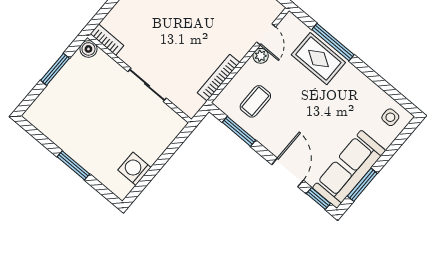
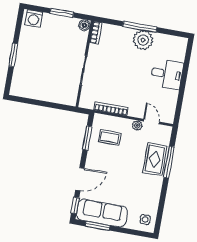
door: (266, 35) -> (151, 122), swing flipped
washing machine: (134, 169) -> (34, 18), moved, turned 180

